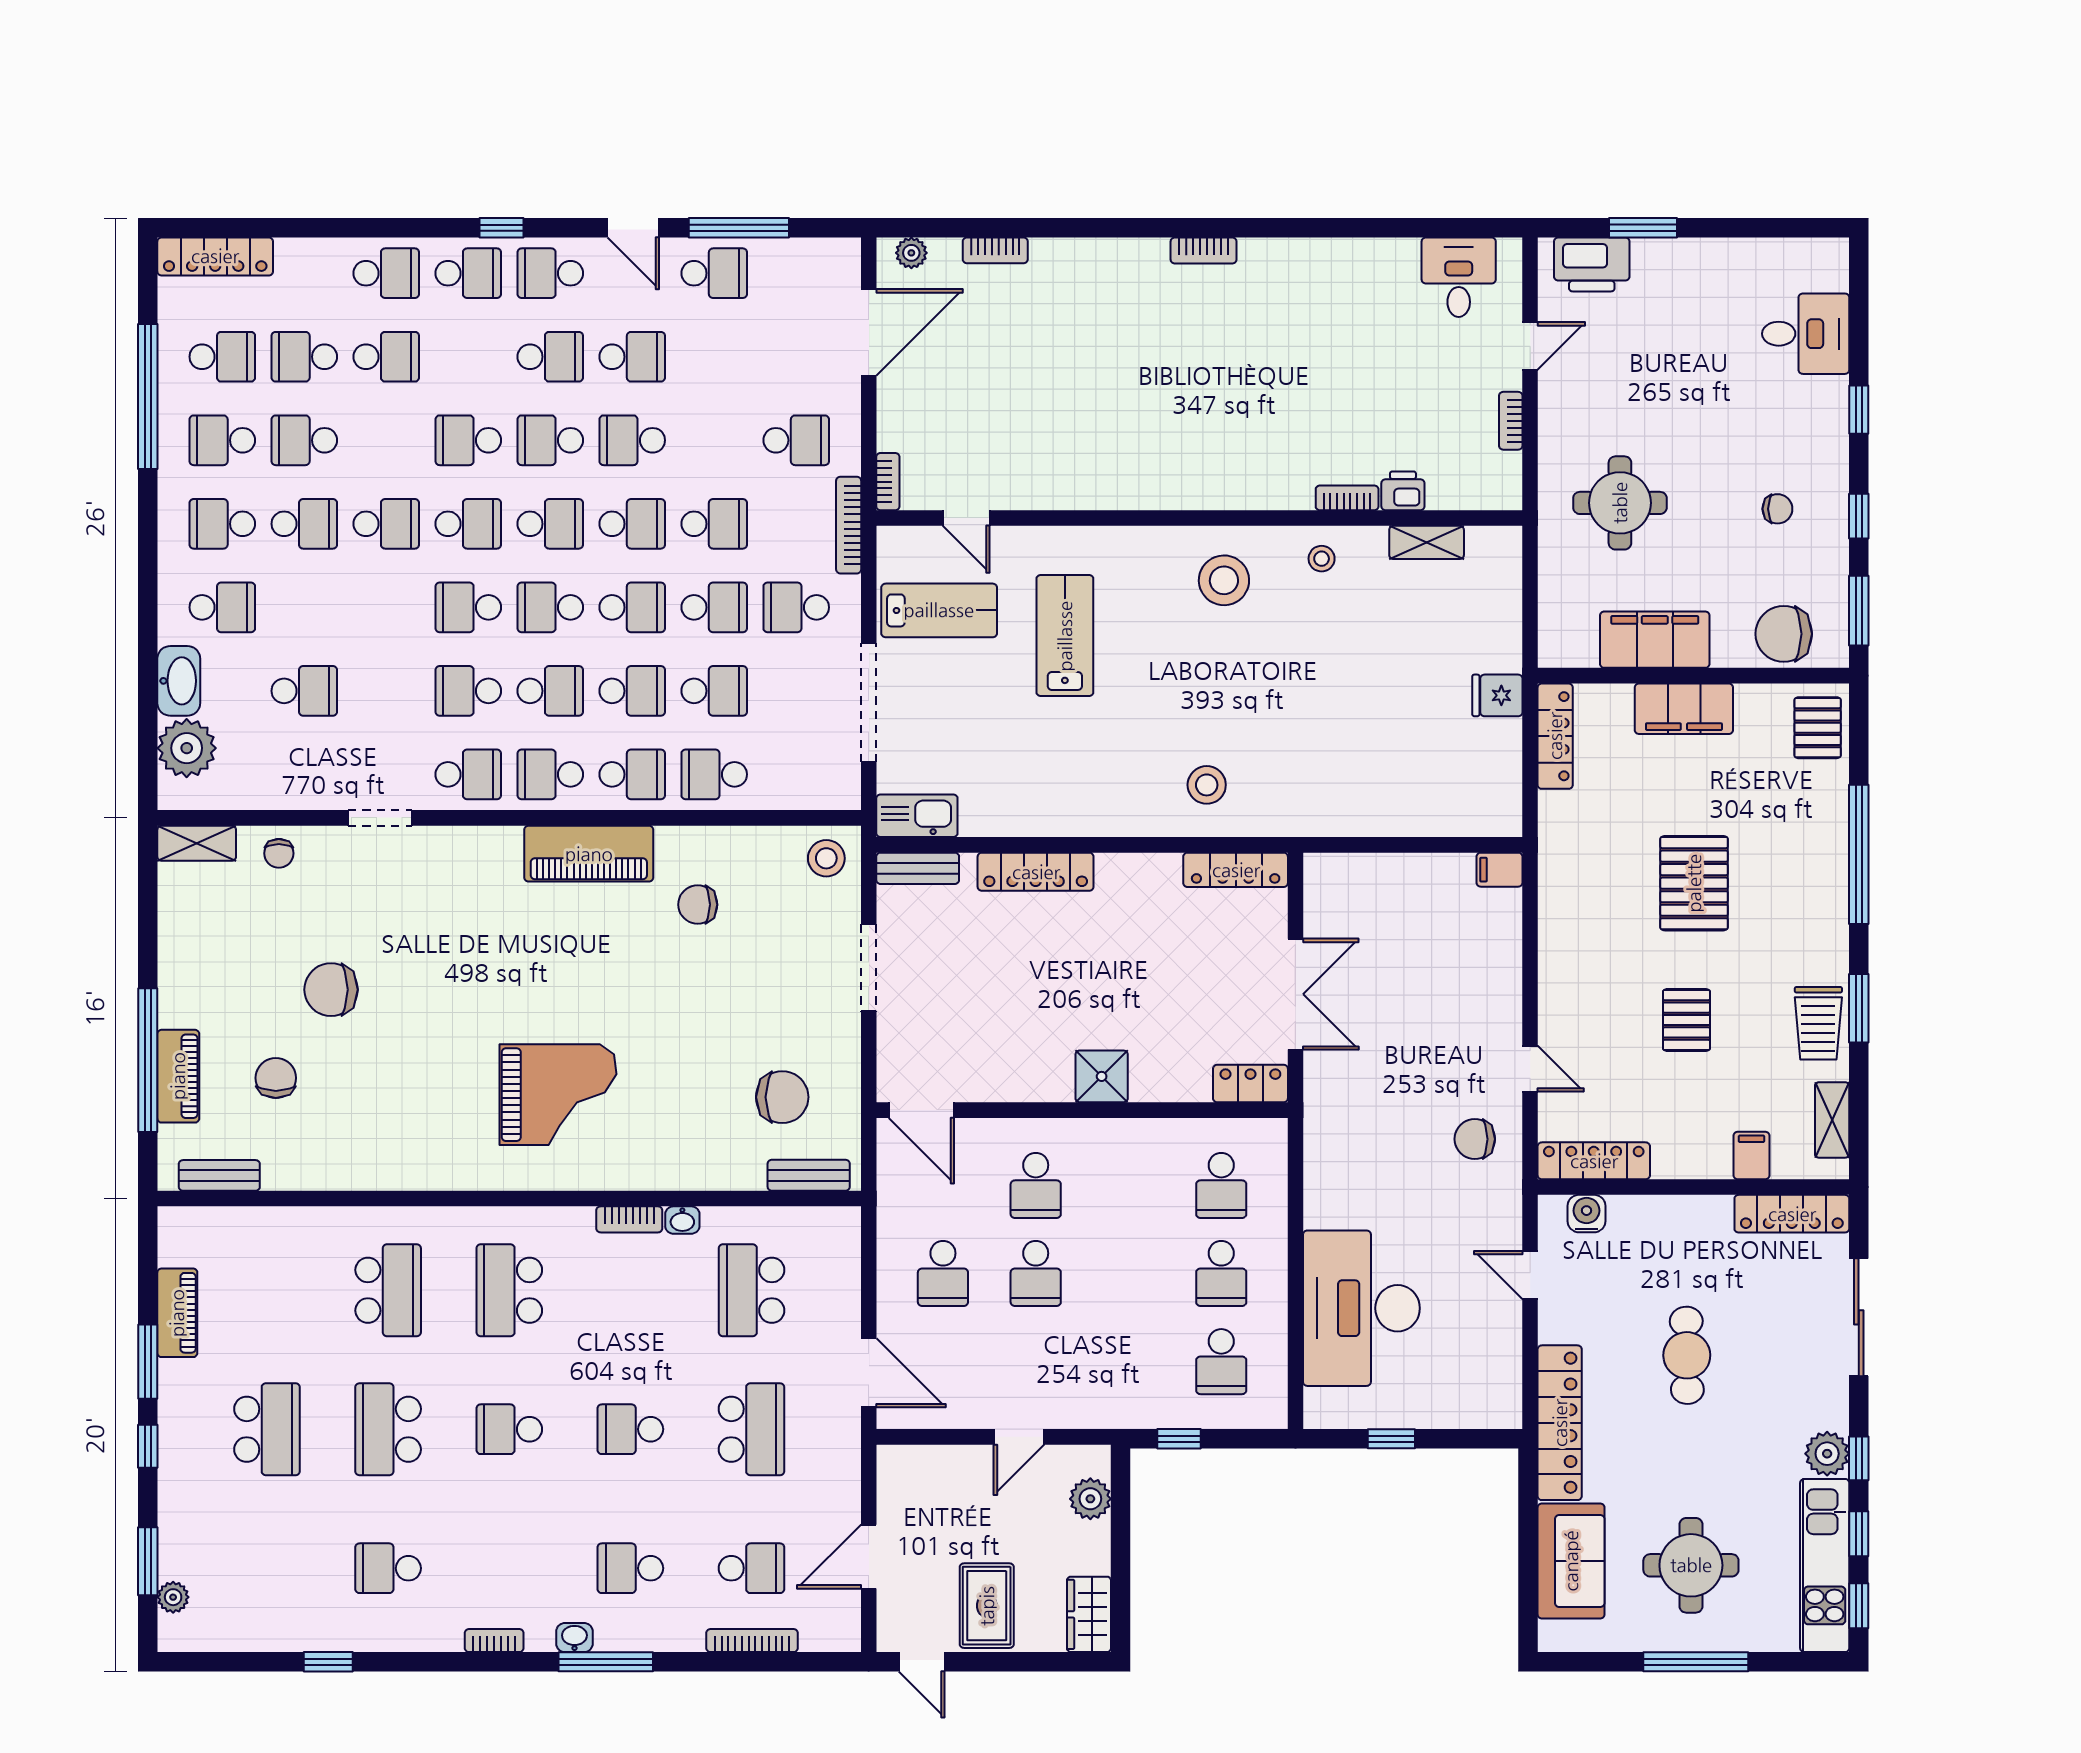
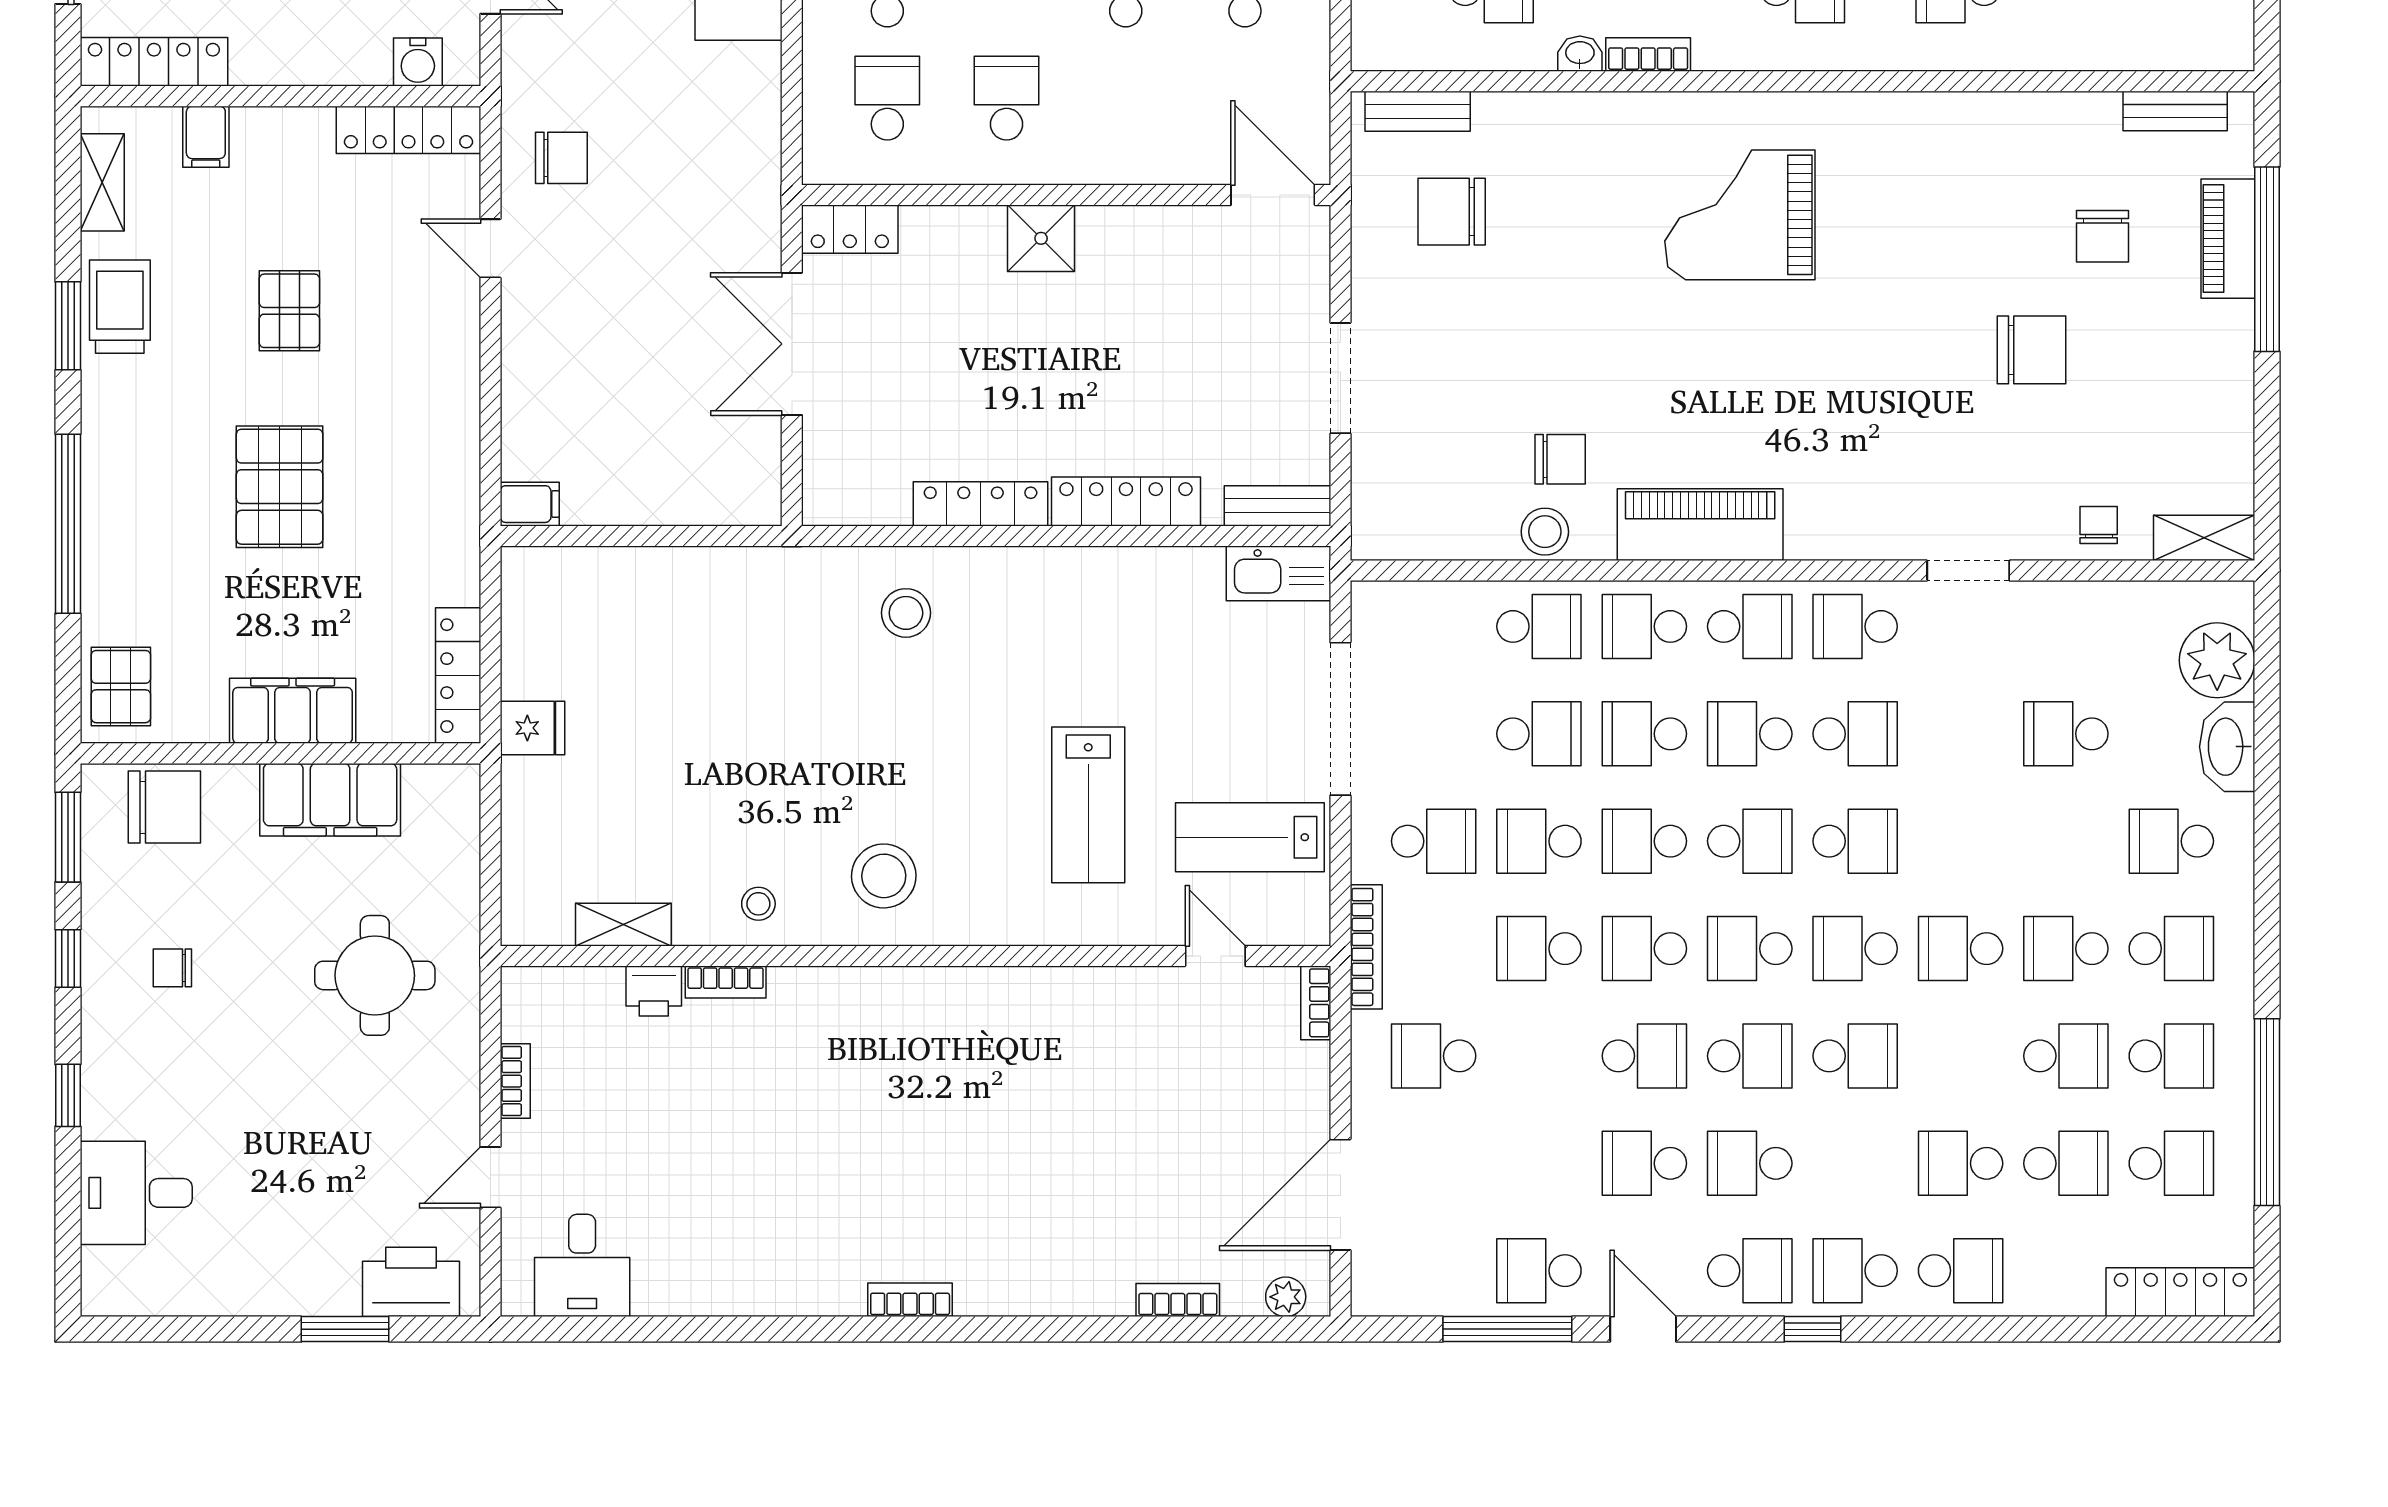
school desk: (386, 273) -> (1961, 1271), turned 180
school desk: (222, 357) -> (2171, 1163), turned 180
school desk: (714, 691) -> (1539, 734), turned 180
stool: (826, 858) -> (1545, 532), moved
locker: (1236, 870) -> (981, 504), moved
school desk: (1036, 1185) -> (1007, 98), moved

